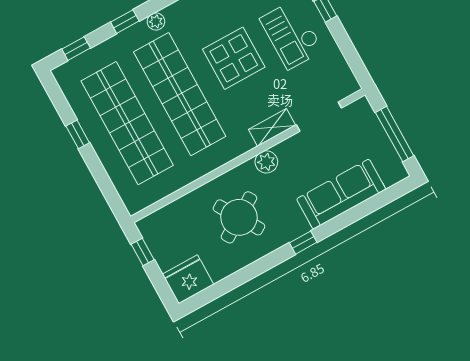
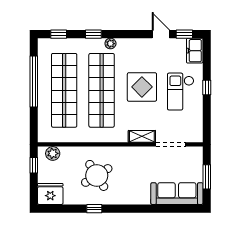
window: (78, 134) -> (34, 82), width x3.17
window: (395, 134) -> (207, 177), width x0.69
plant: (266, 162) -> (53, 153), moved
sofa: (341, 194) -> (177, 194), moved
window: (303, 243) -> (94, 209), moved

